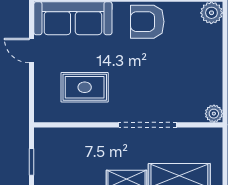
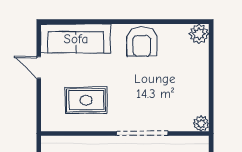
armchair: (147, 22) -> (142, 42), turned -90

